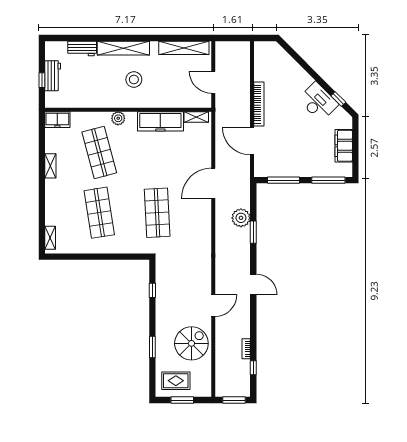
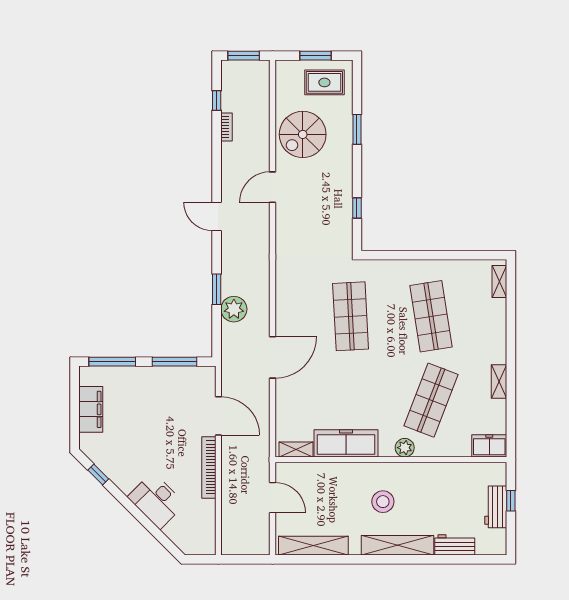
desk: (318, 102) -> (156, 501), moved
shop shelf: (99, 152) -> (431, 400), turned 36

